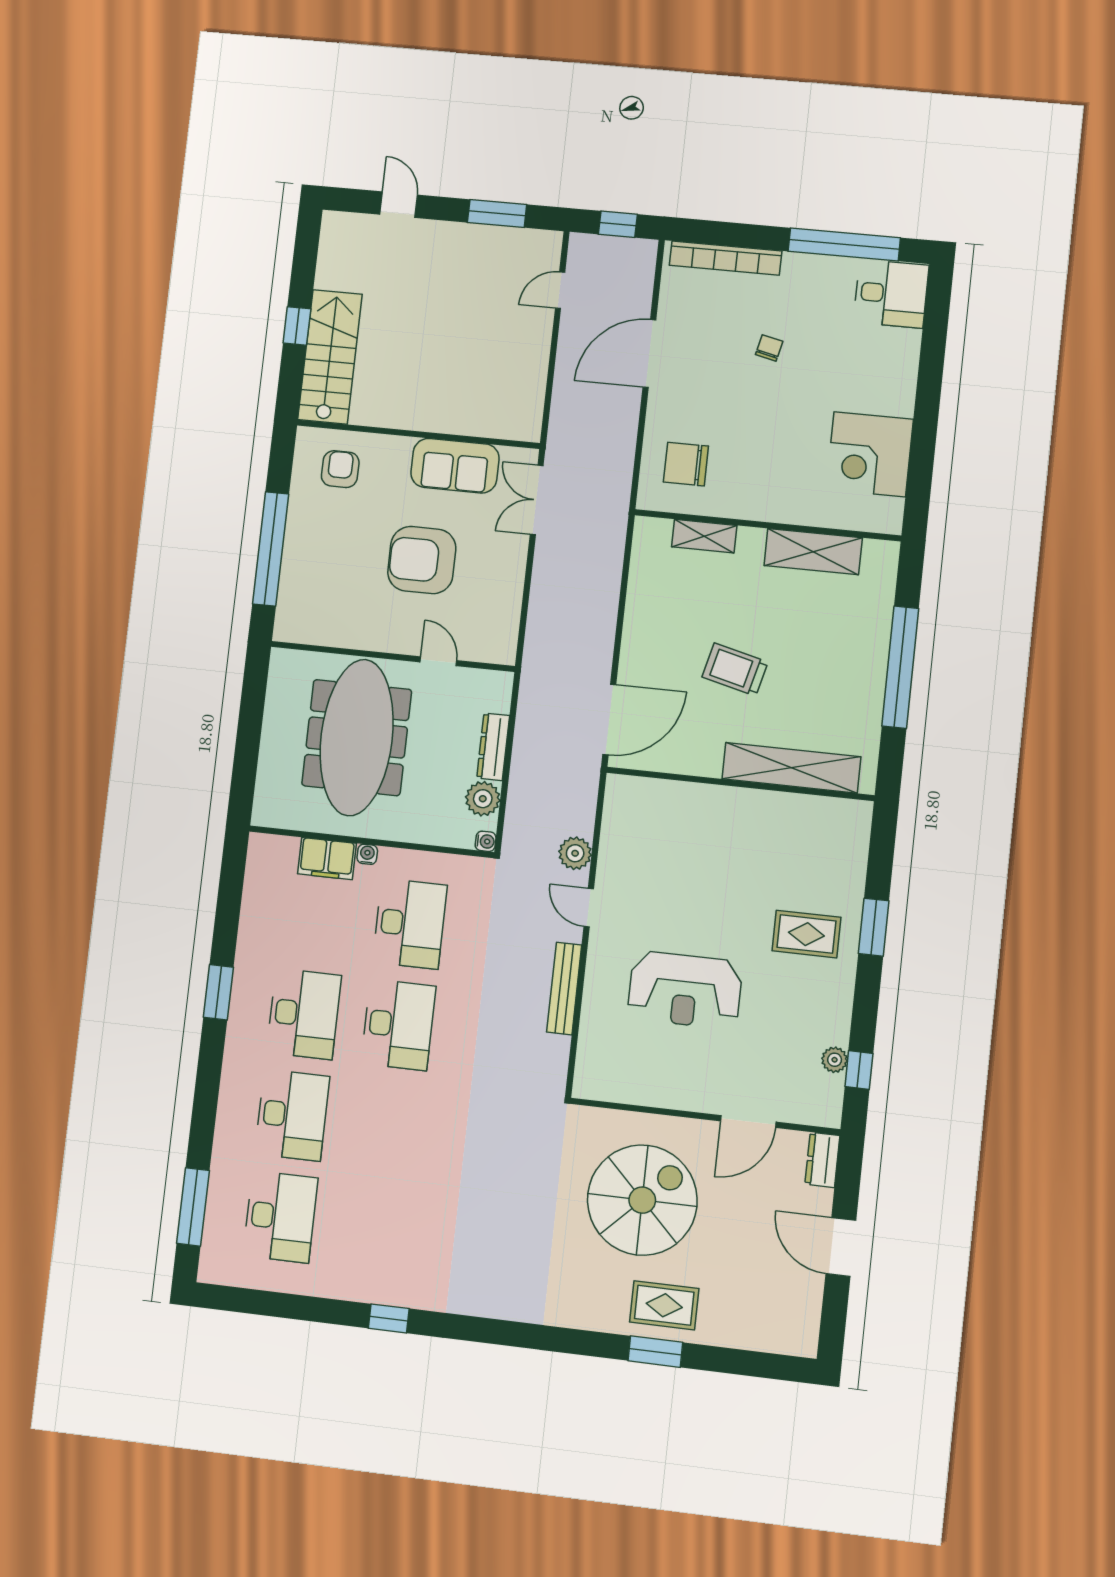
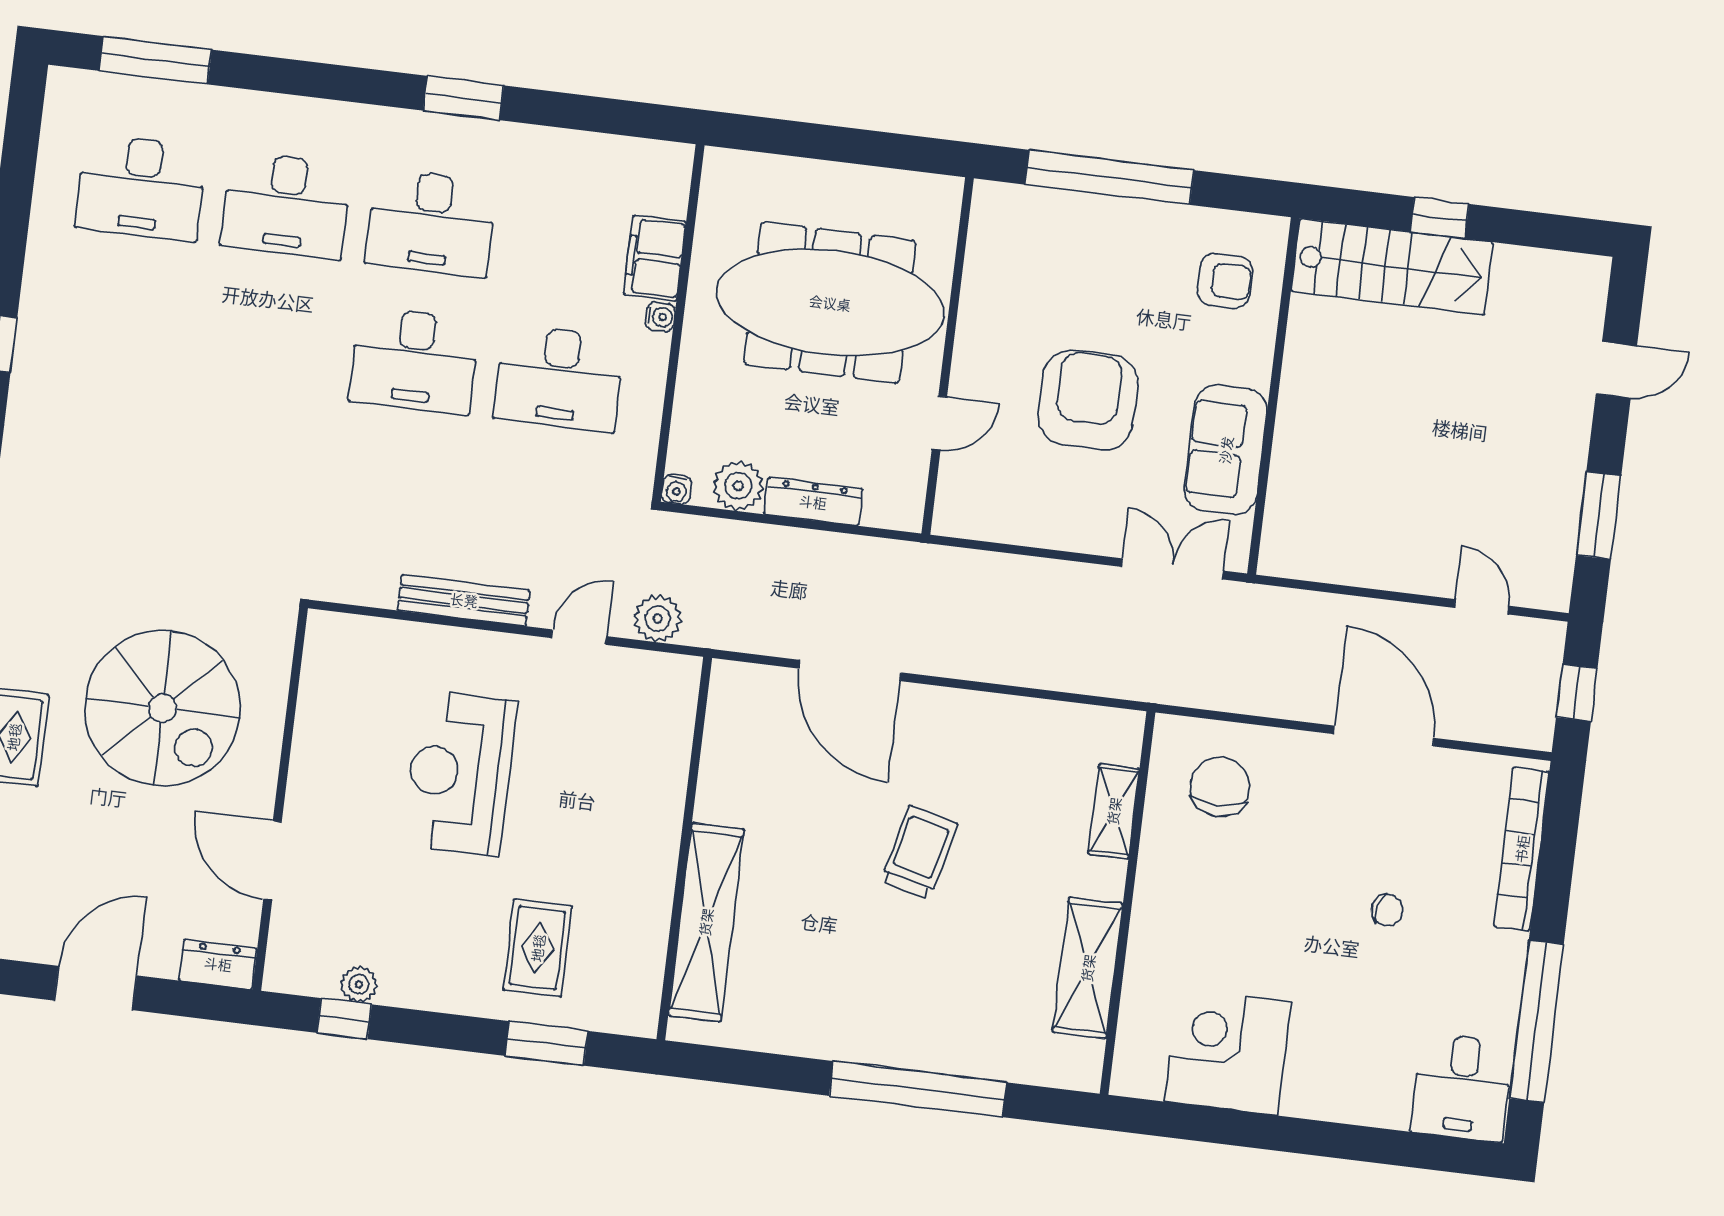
shelving: (791, 768) -> (706, 922), moved
wall: (740, 784) -> (684, 849), moved

